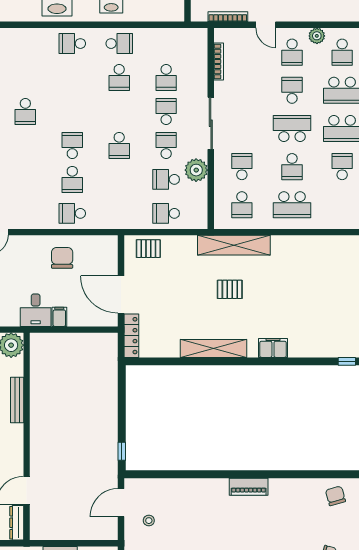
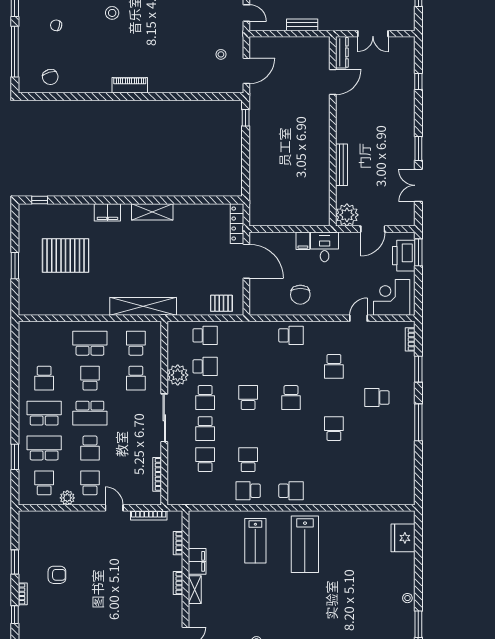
school desk: (72, 179) -> (334, 366), moved, turned 180
pallet: (230, 289) -> (66, 255), moved, width x2.05, depth x2.00
shelving: (214, 348) -> (152, 212), width x0.68

